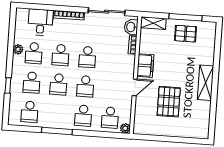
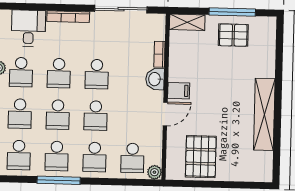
washbasin: (131, 27) -> (155, 79), moved
filing cabinet: (145, 66) -> (179, 91), width x0.50
shelving: (206, 83) -> (264, 114), width x1.47
pallet: (169, 102) -> (201, 157), moved
school desk: (56, 114) -> (57, 156), added

